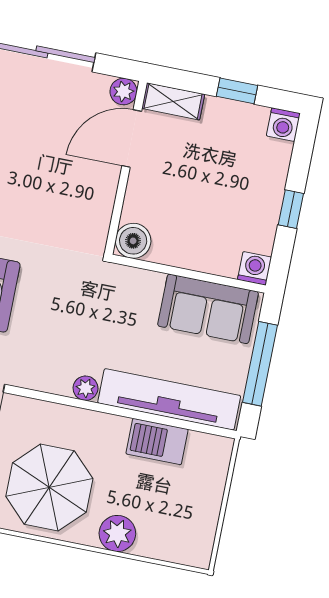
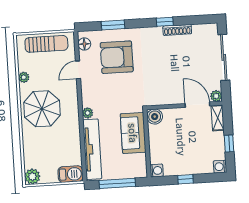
sofa: (208, 309) -> (133, 133), moved
barbecue: (157, 442) -> (70, 174), moved, turned 90
plant: (117, 534) -> (32, 177), moved

